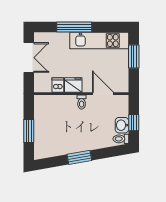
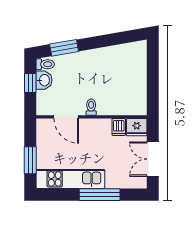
fridge: (73, 85) -> (137, 127), moved
window: (29, 131) -> (153, 73), removed
window: (79, 157) -> (64, 48), moved

